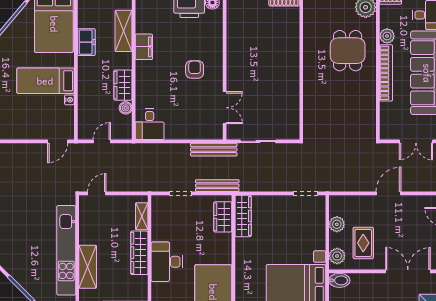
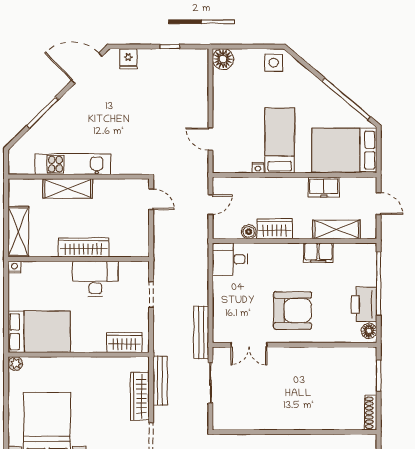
armchair: (195, 69) -> (293, 310), width x1.88, depth x1.88
door: (58, 141) -> (210, 139), moved
door: (102, 141) -> (210, 205), hinge flipped
bench: (217, 186) -> (160, 381), moved
shelving: (142, 216) -> (125, 250), removed
wardrobe: (243, 216) -> (140, 396), moved, turned 90
kitchen unit: (66, 250) -> (73, 164), width x0.73
desk: (167, 262) -> (95, 279), moved

